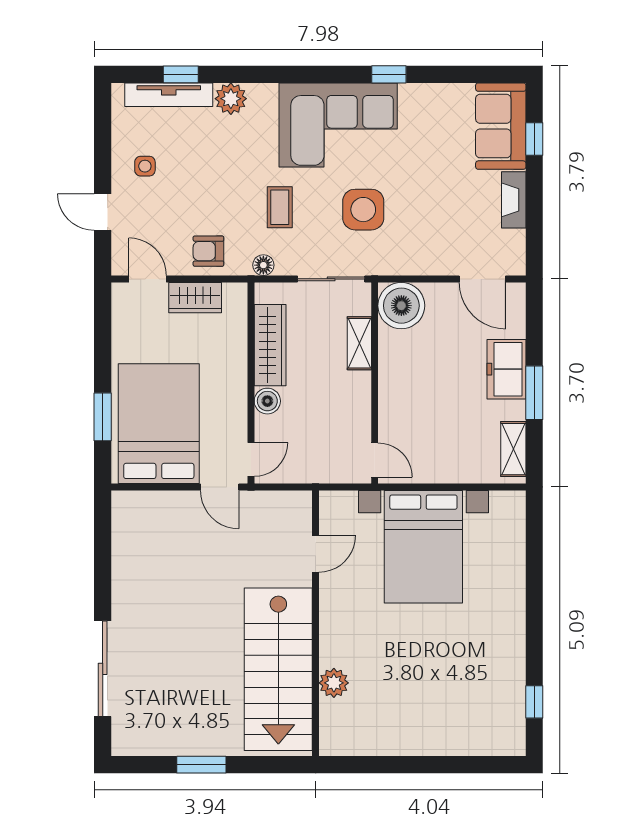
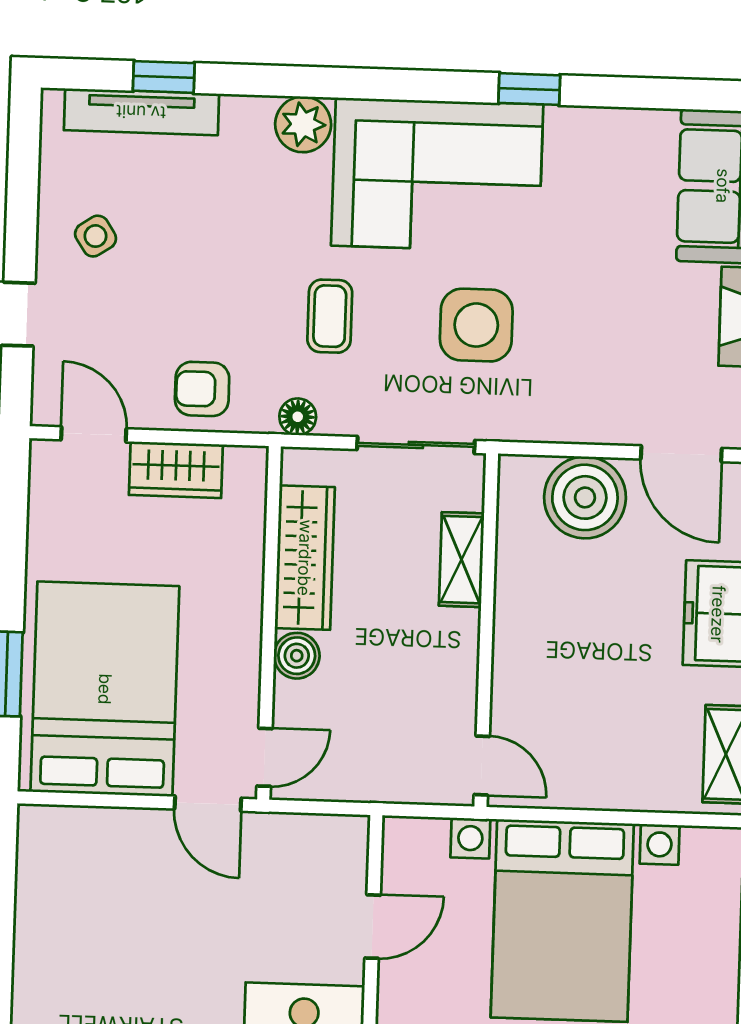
plant: (231, 99) -> (303, 124), moved
side table: (145, 166) -> (96, 236), turned -33
boiler: (401, 306) -> (585, 497), moved

